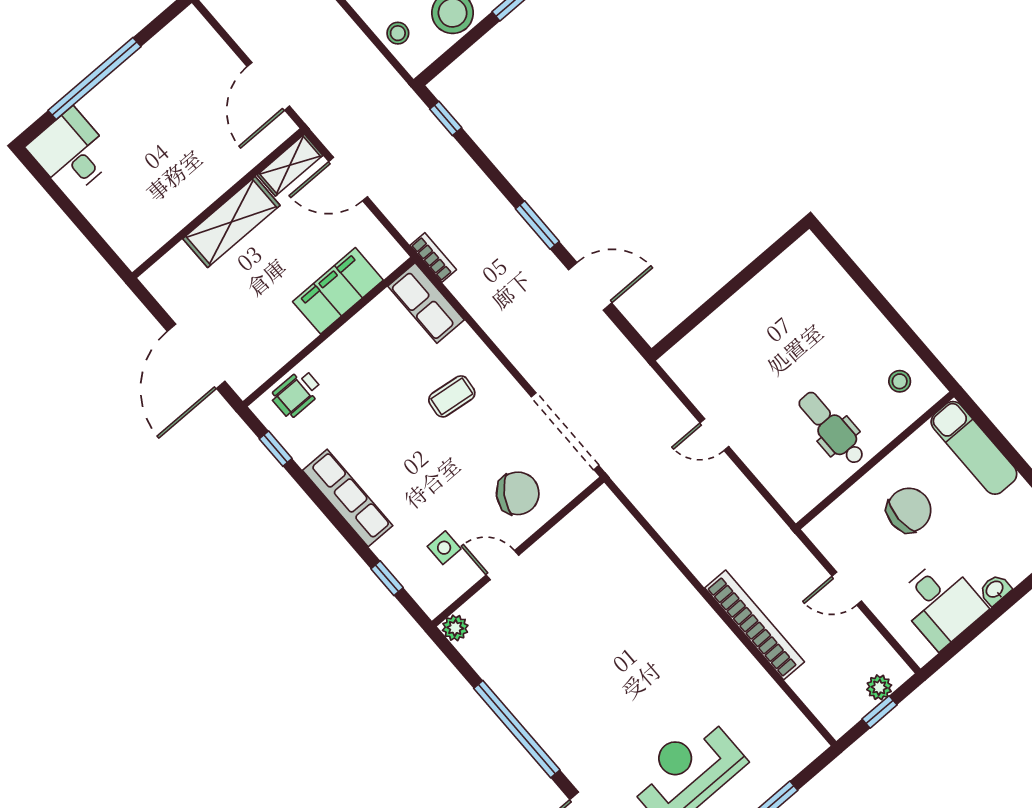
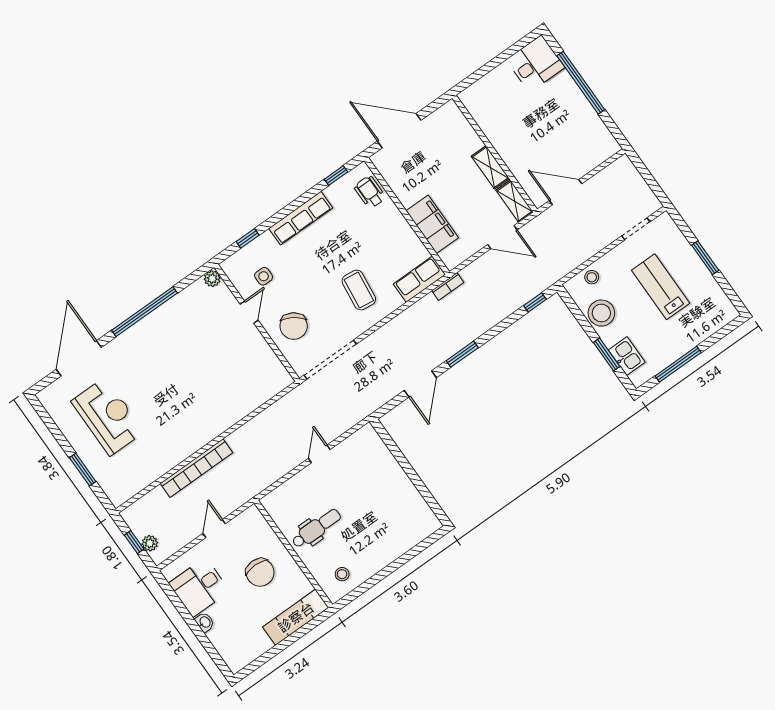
door: (348, 179) -> (502, 237), swing flipped
shelving: (231, 222) -> (490, 167), width x0.67, depth x0.75
coffee table: (452, 396) -> (359, 290), width x1.36, depth x1.30

